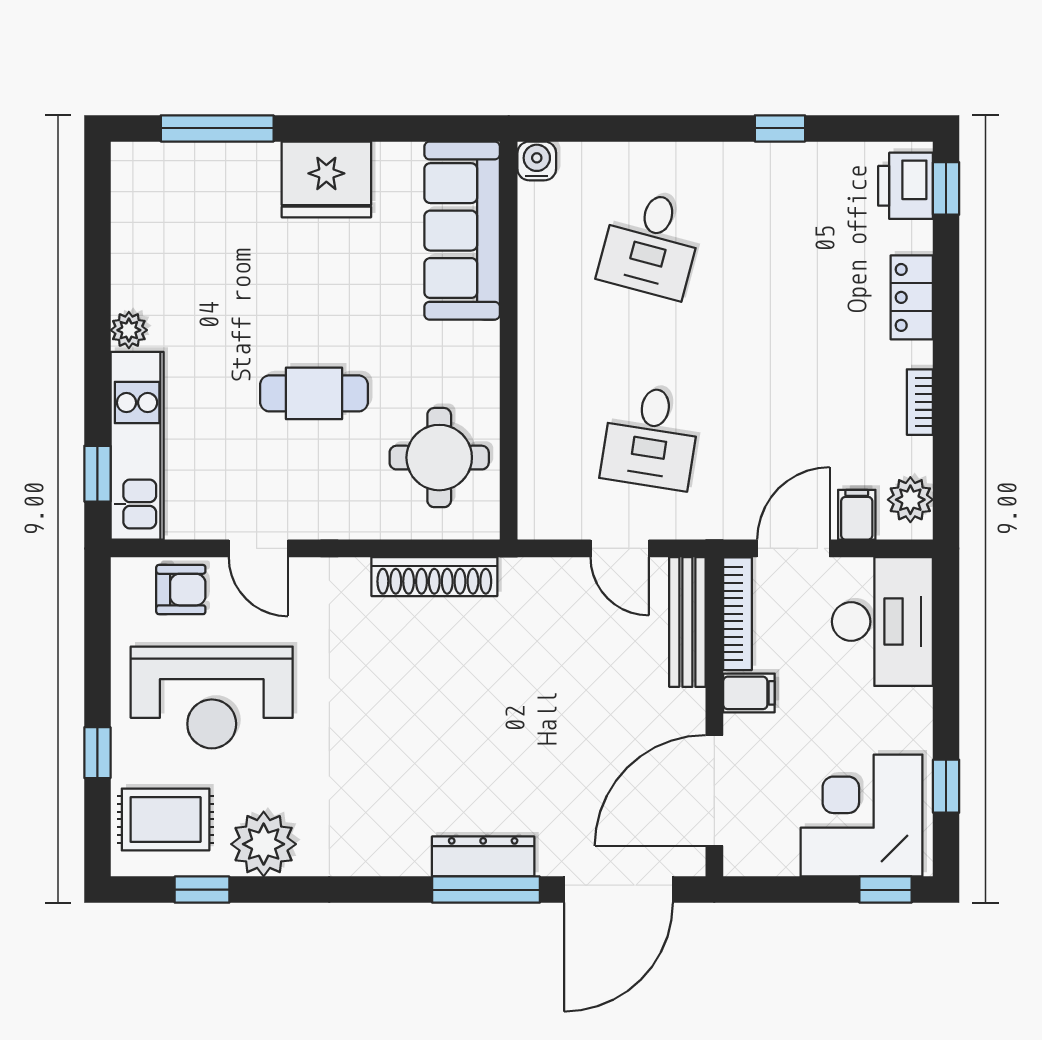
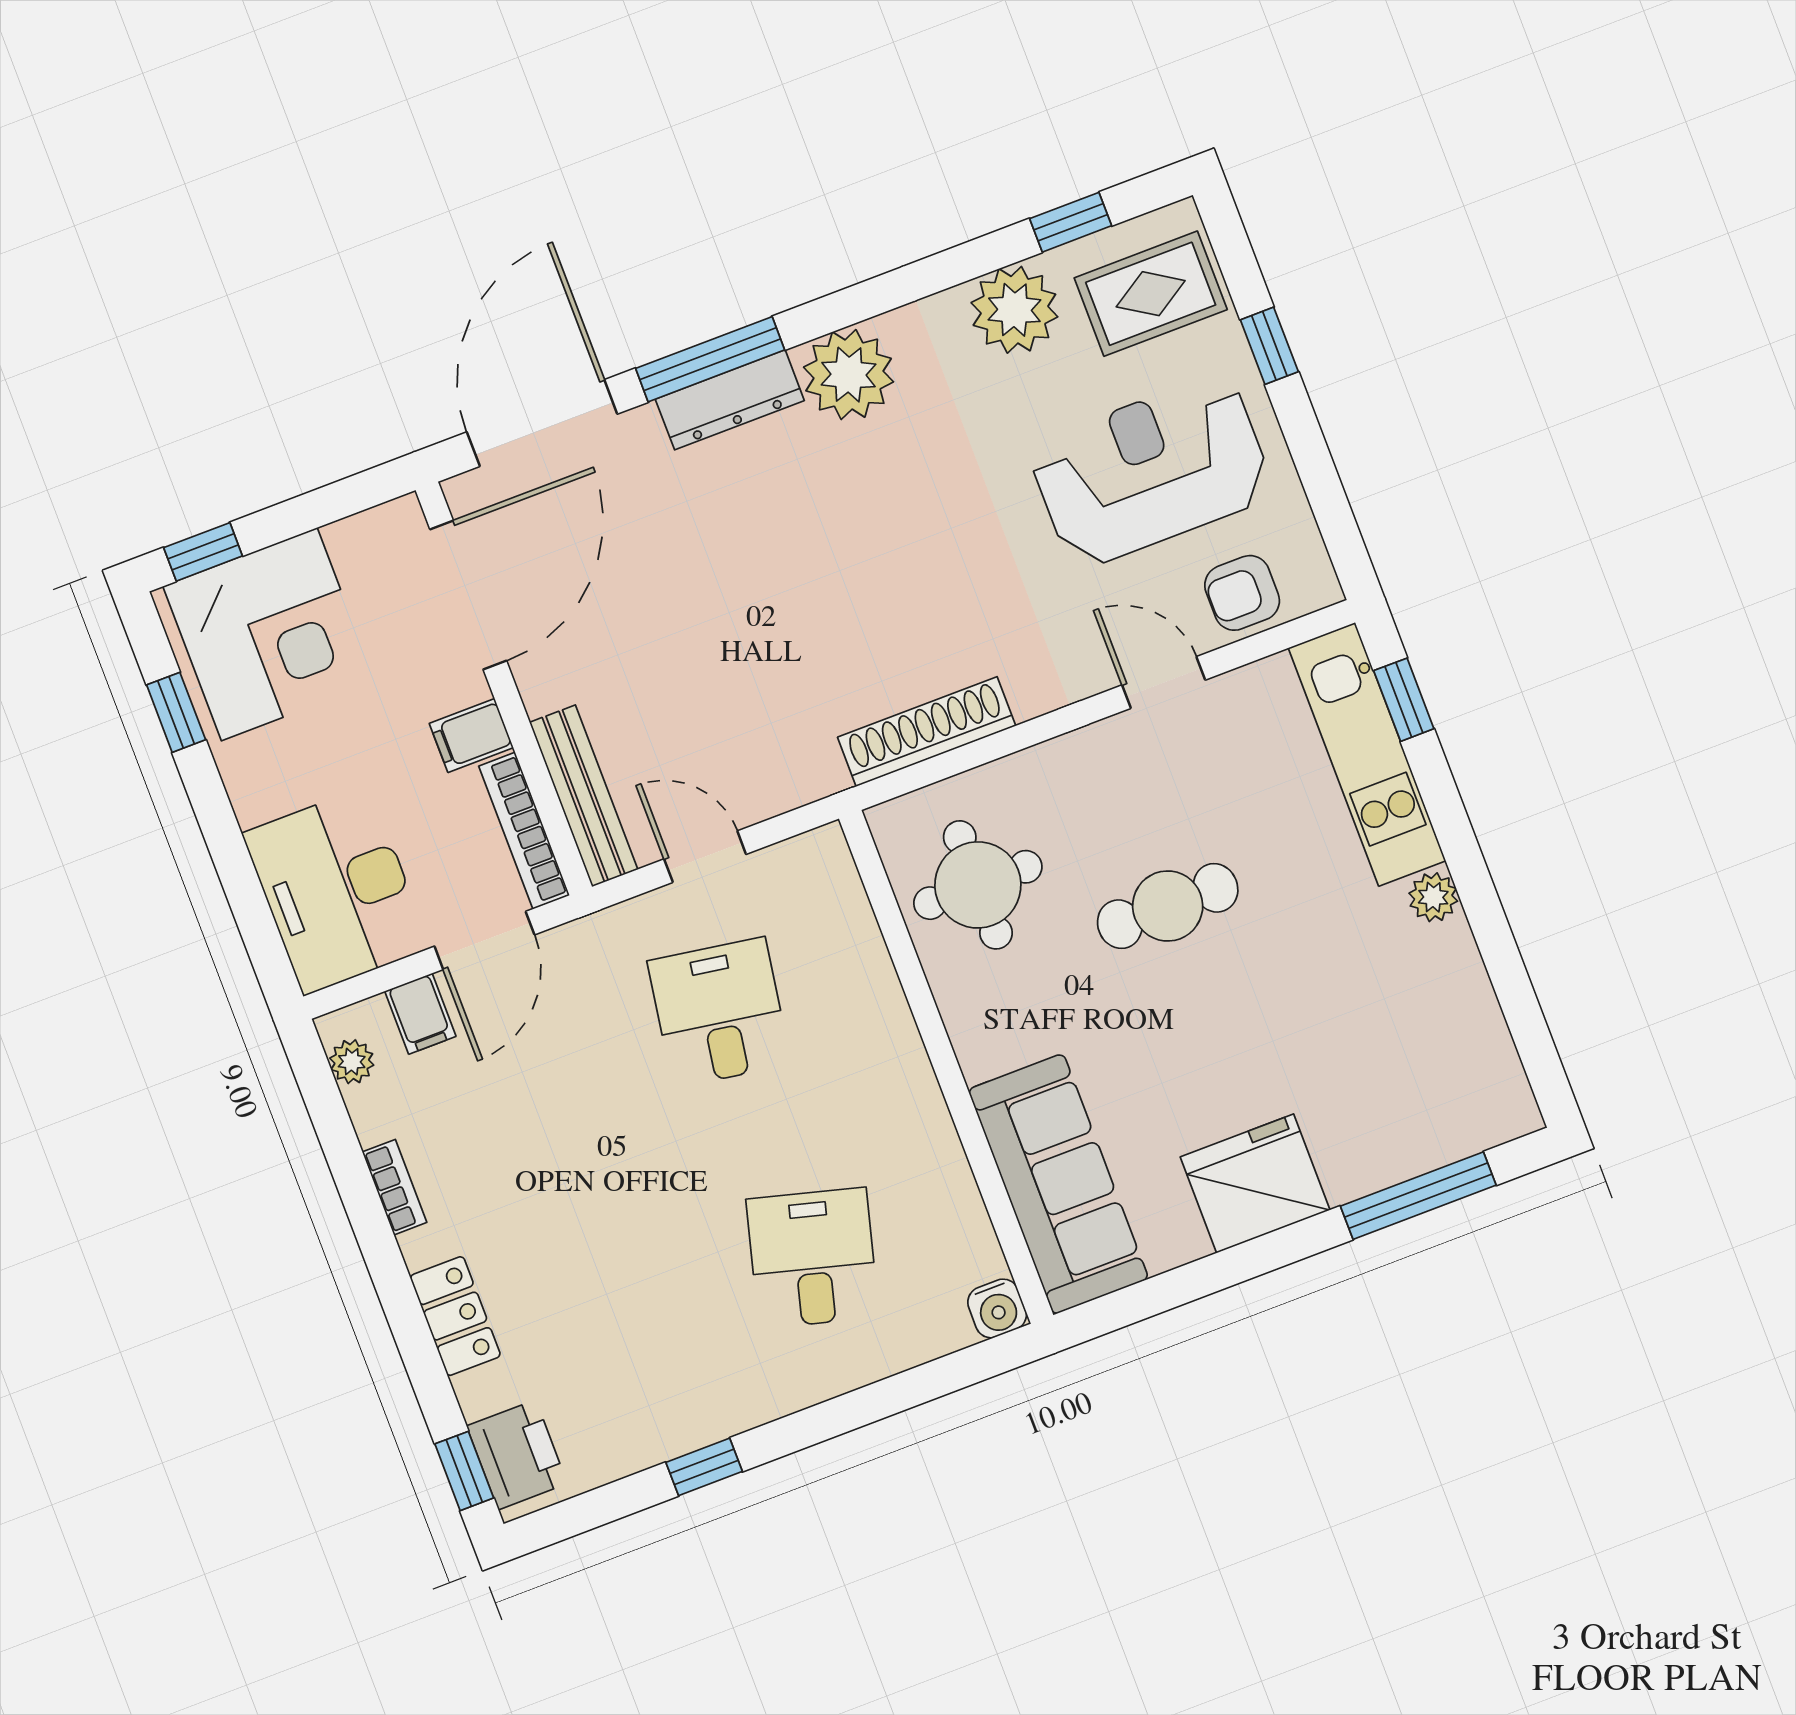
plant: (910, 500) -> (352, 1062), width x0.73, depth x0.73
plant: (395, 843) -> (849, 375), added

